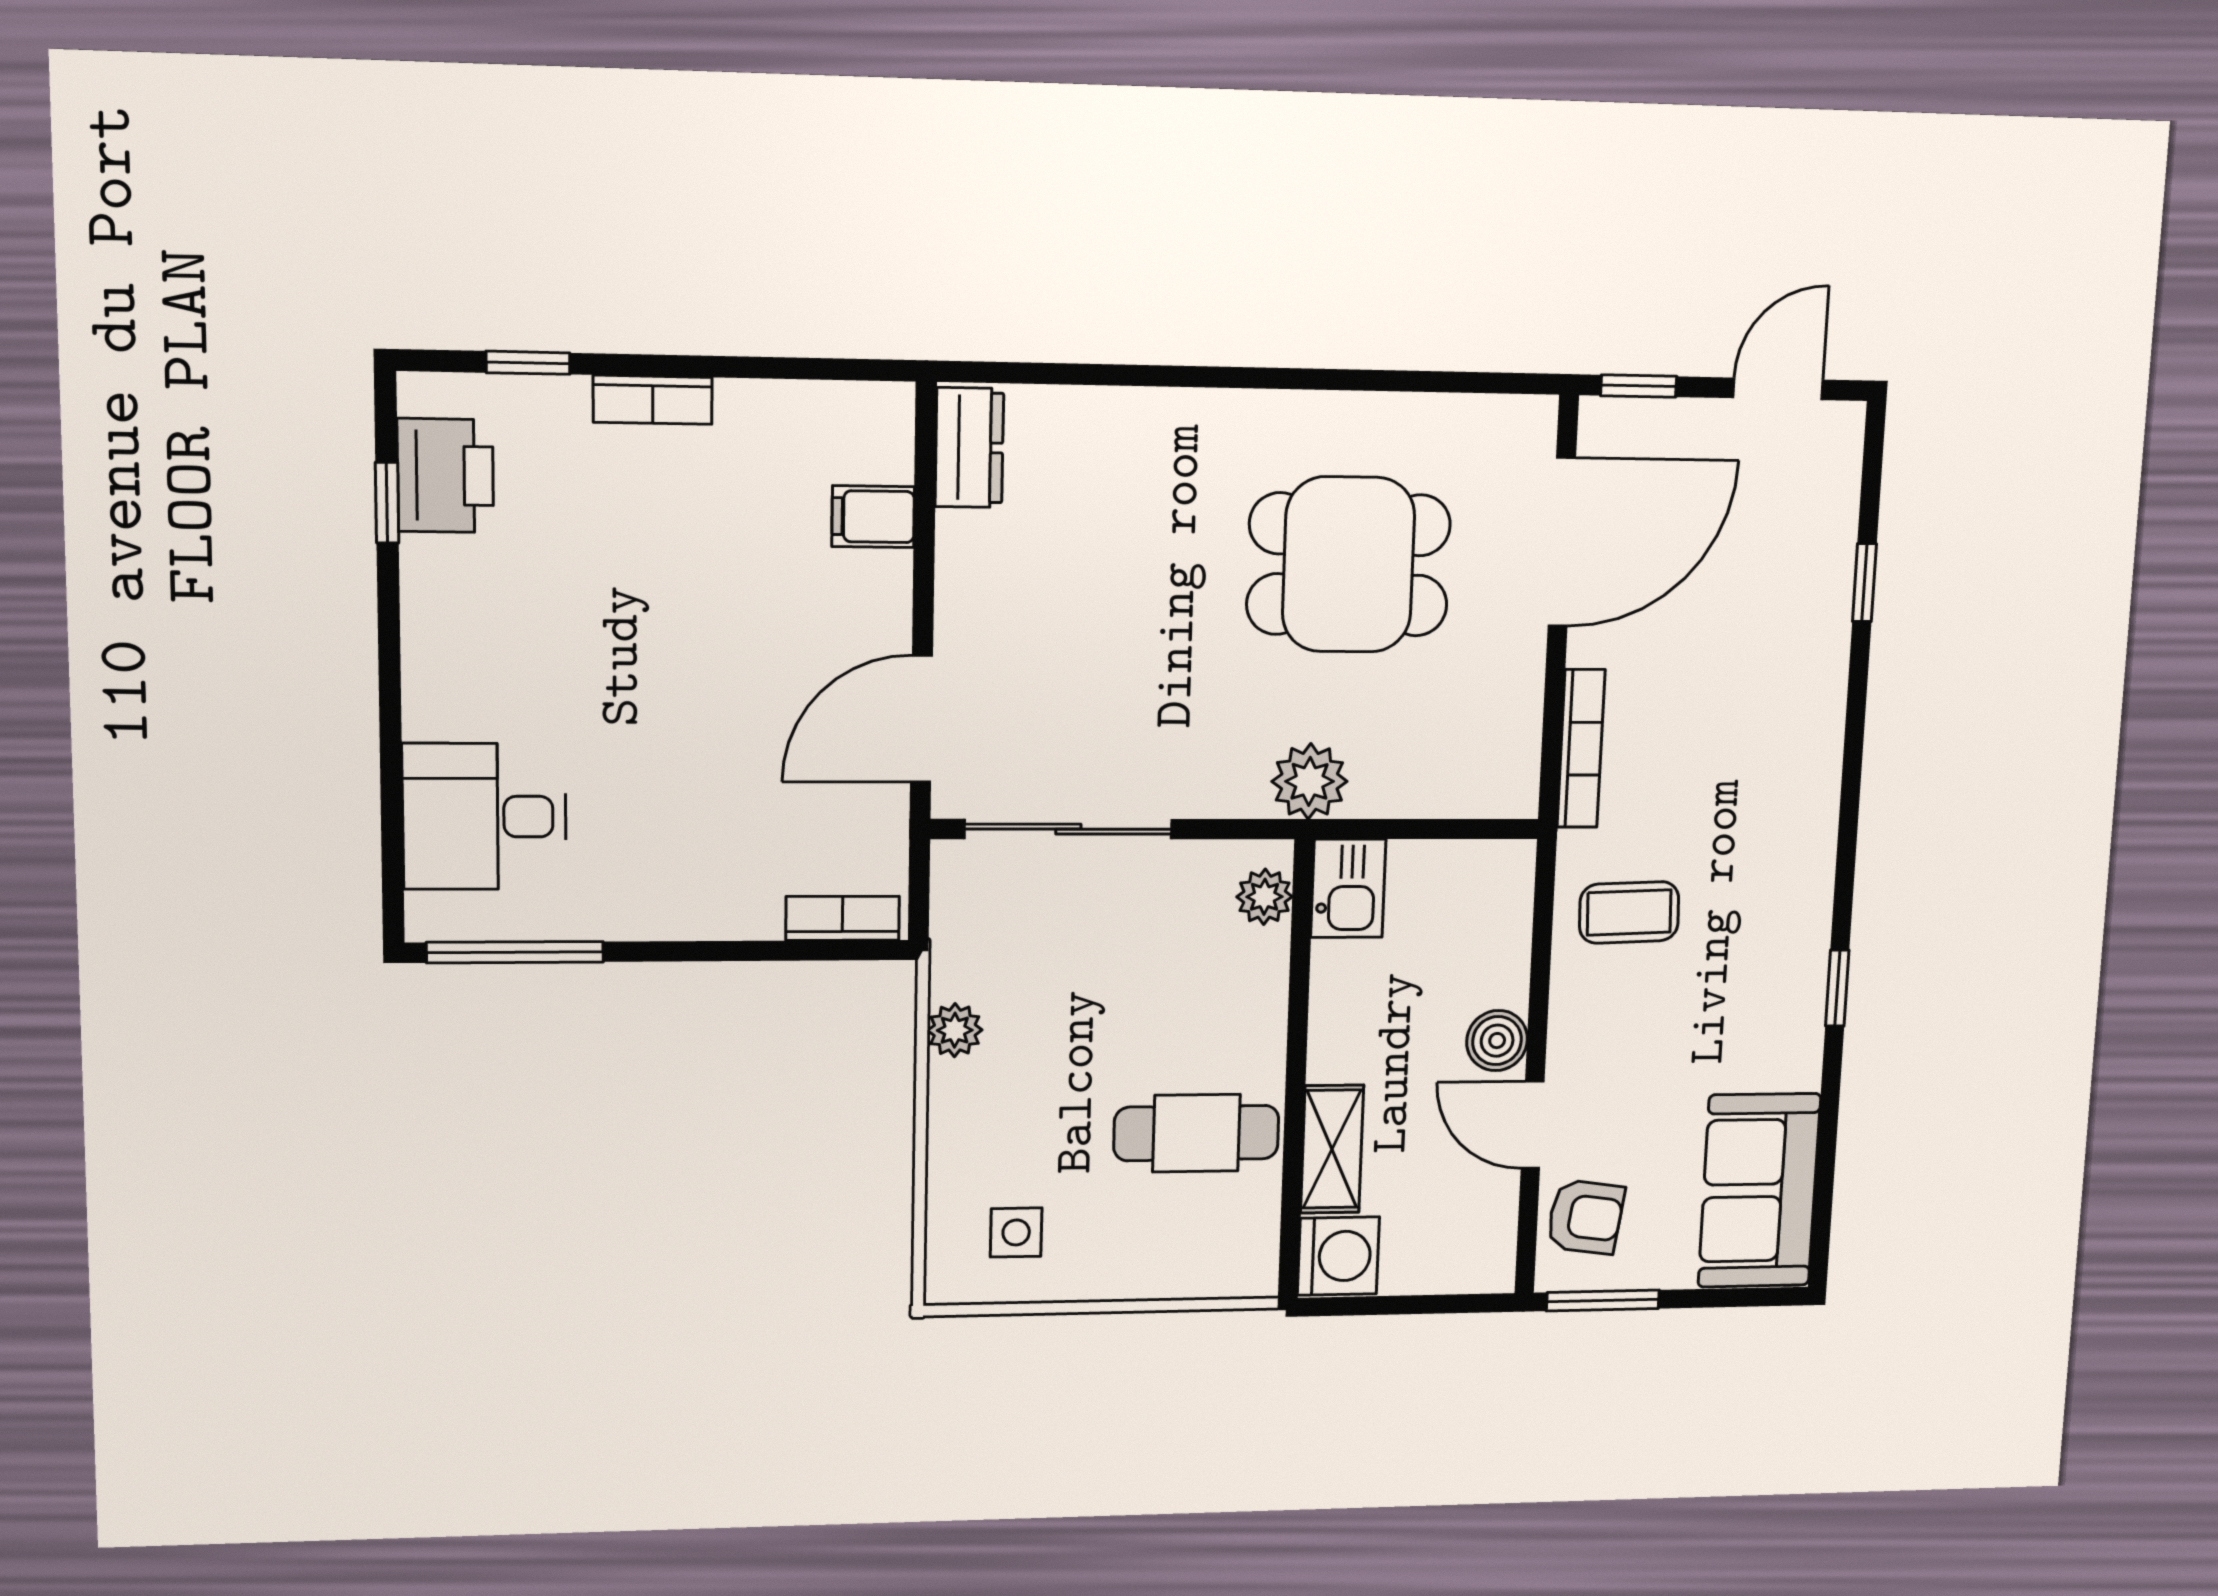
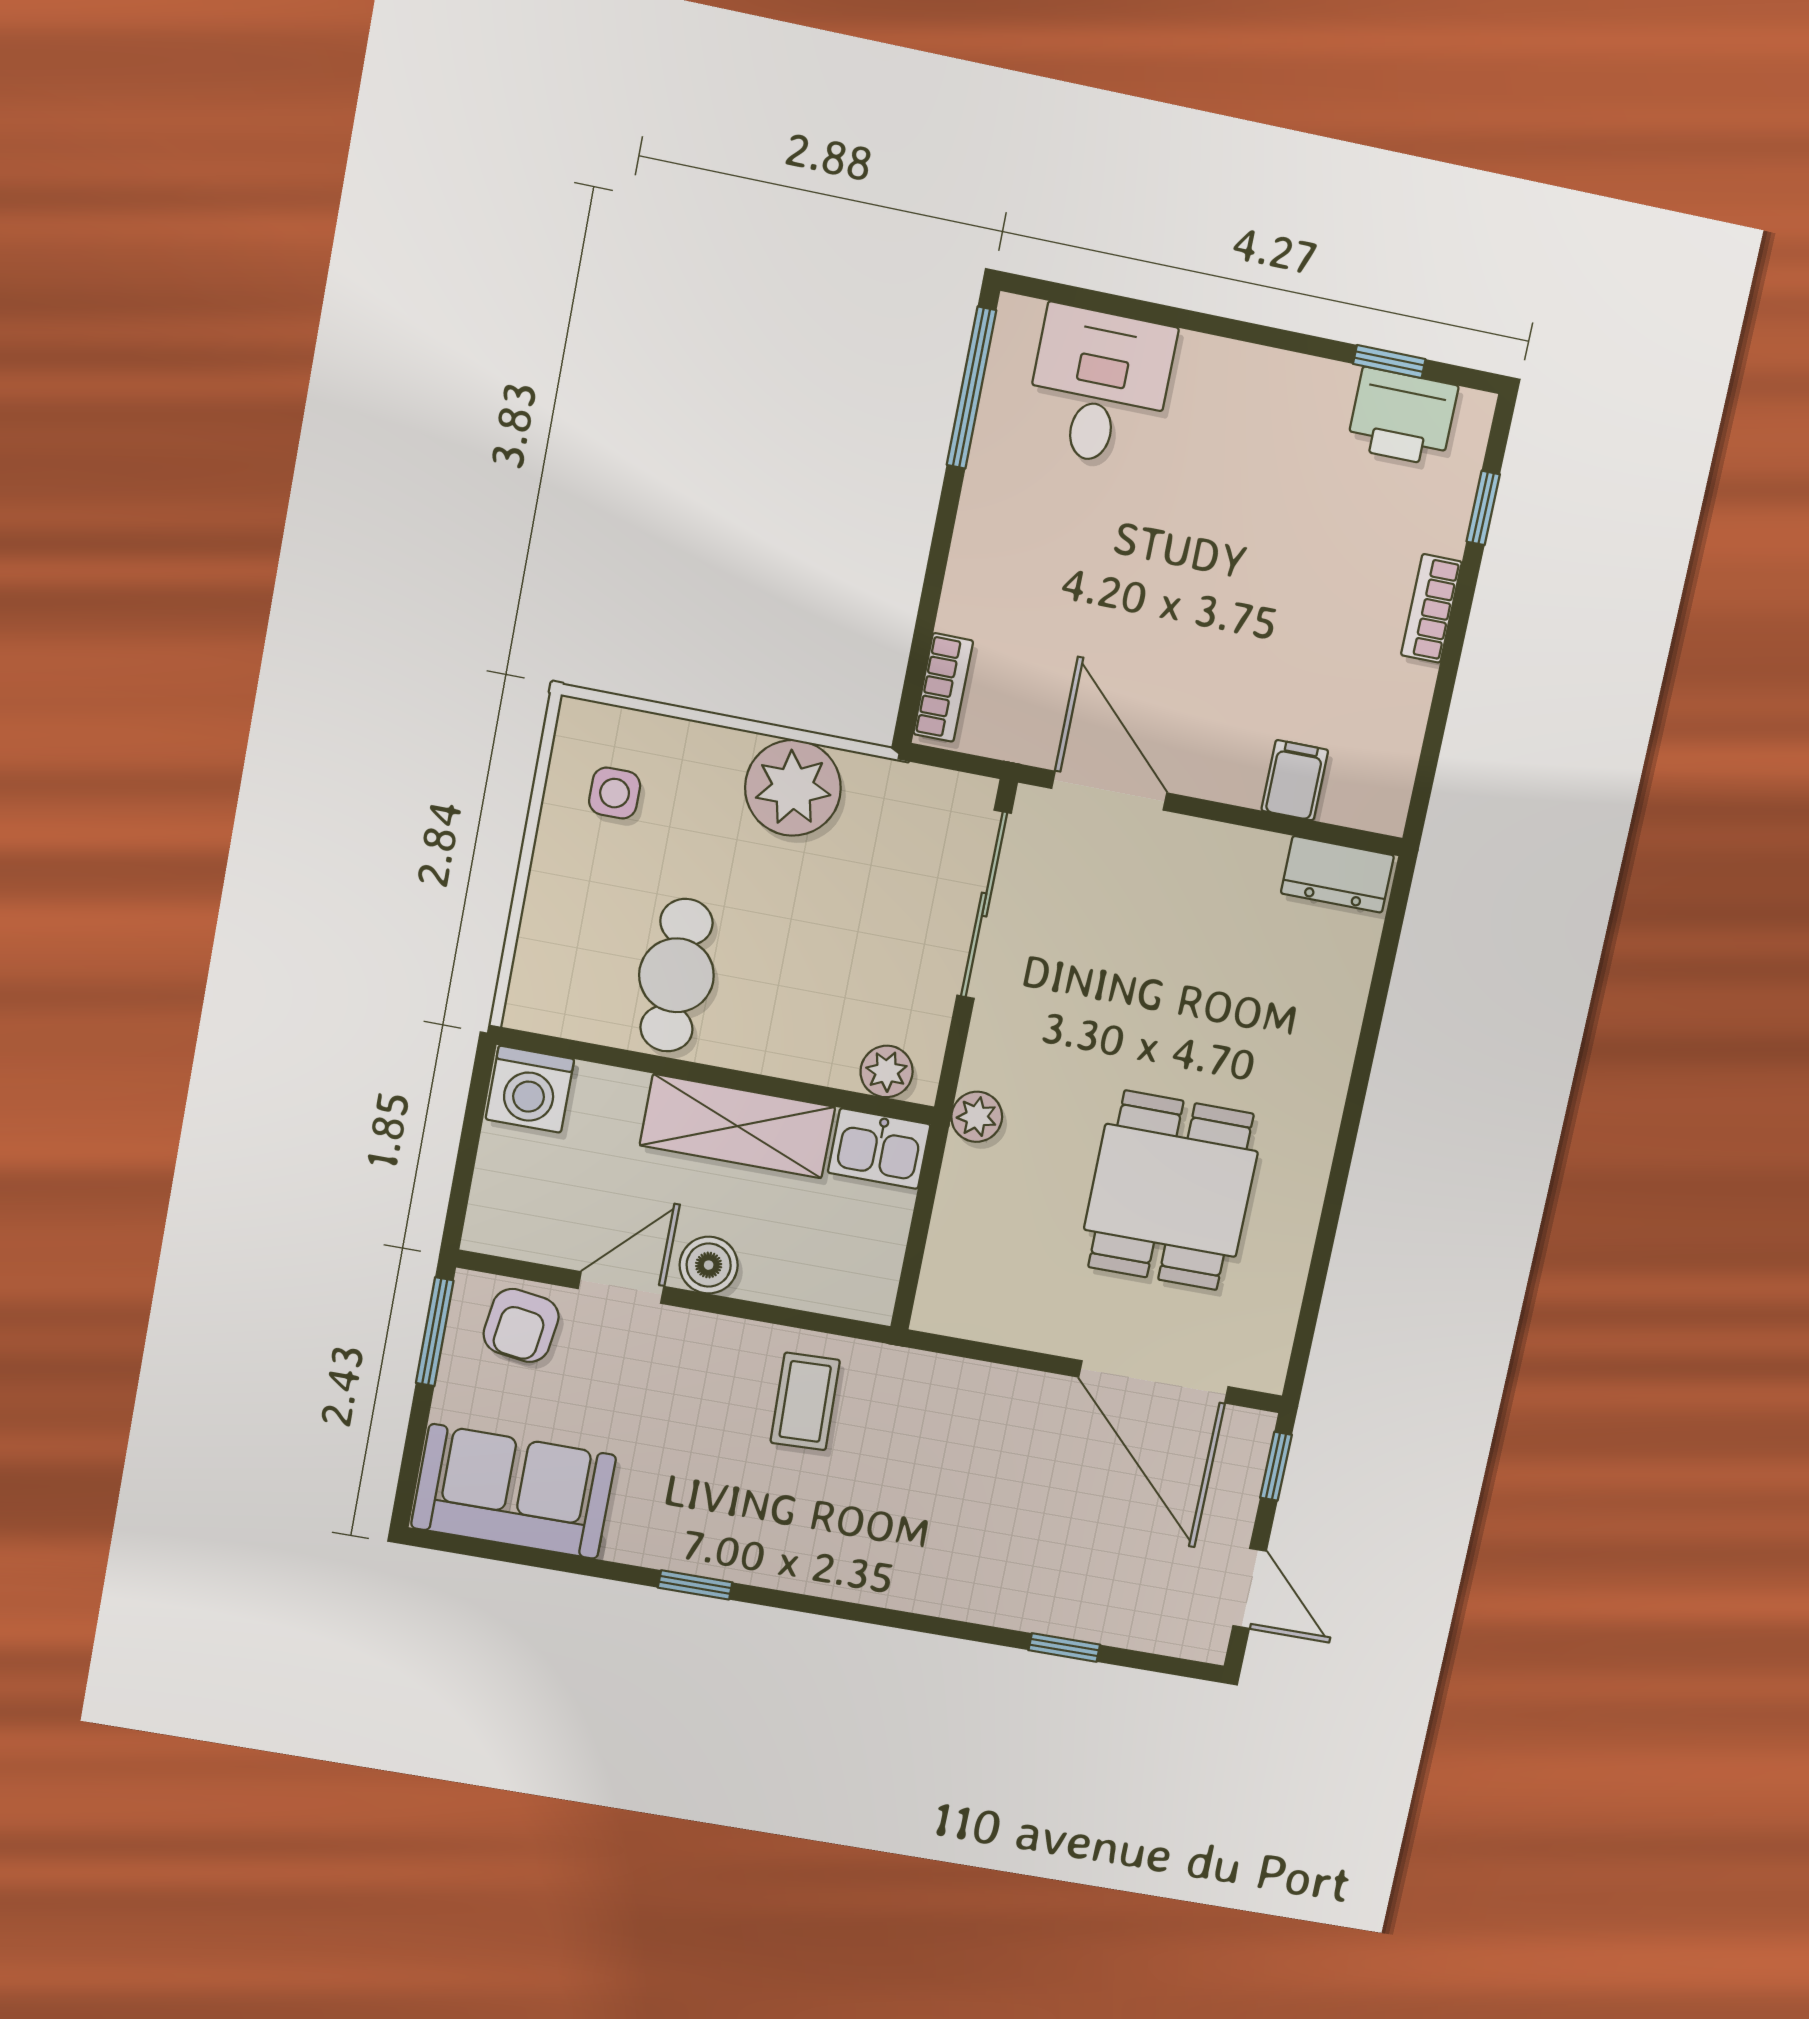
bookcase: (1581, 749) -> (965, 1376), removed
plant: (1309, 781) -> (977, 1117), width x0.73, depth x0.73
plant: (955, 1030) -> (793, 788), width x1.88, depth x1.88
shelving: (1332, 1149) -> (737, 1126), moved, width x1.50, depth x1.33

